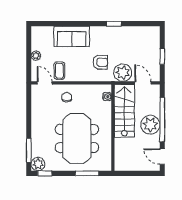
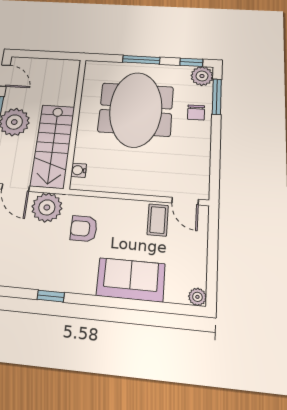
plant: (36, 56) -> (197, 297), moved
chair: (67, 97) -> (196, 112), moved
window: (87, 173) -> (141, 60), moved

